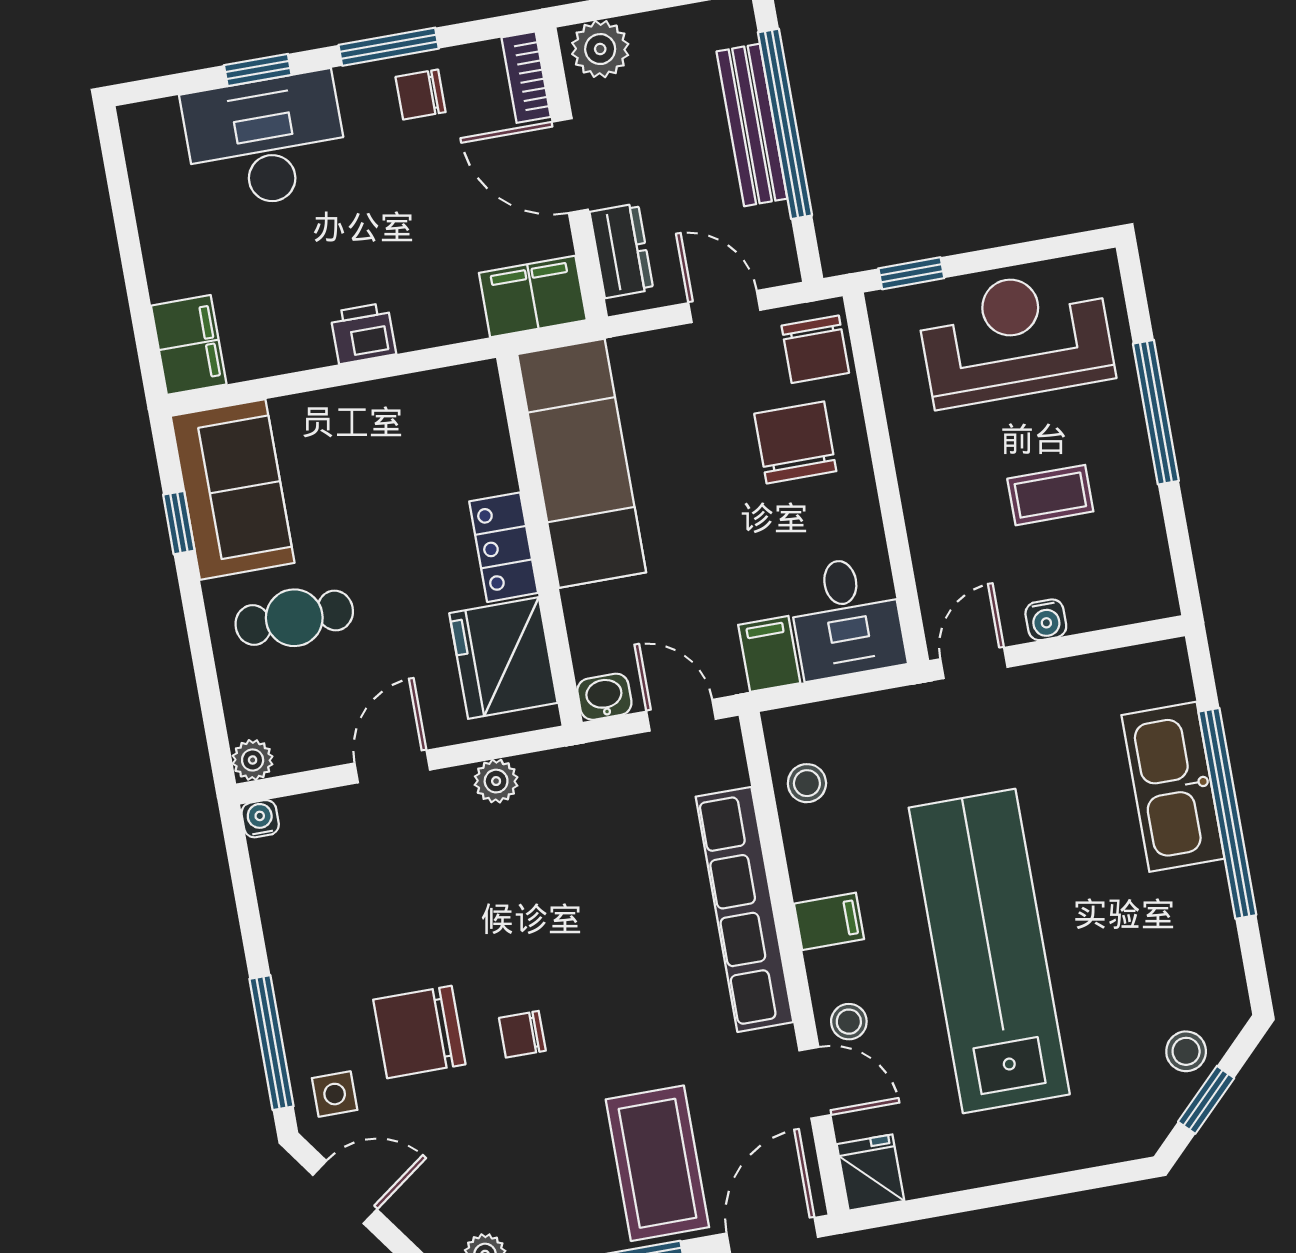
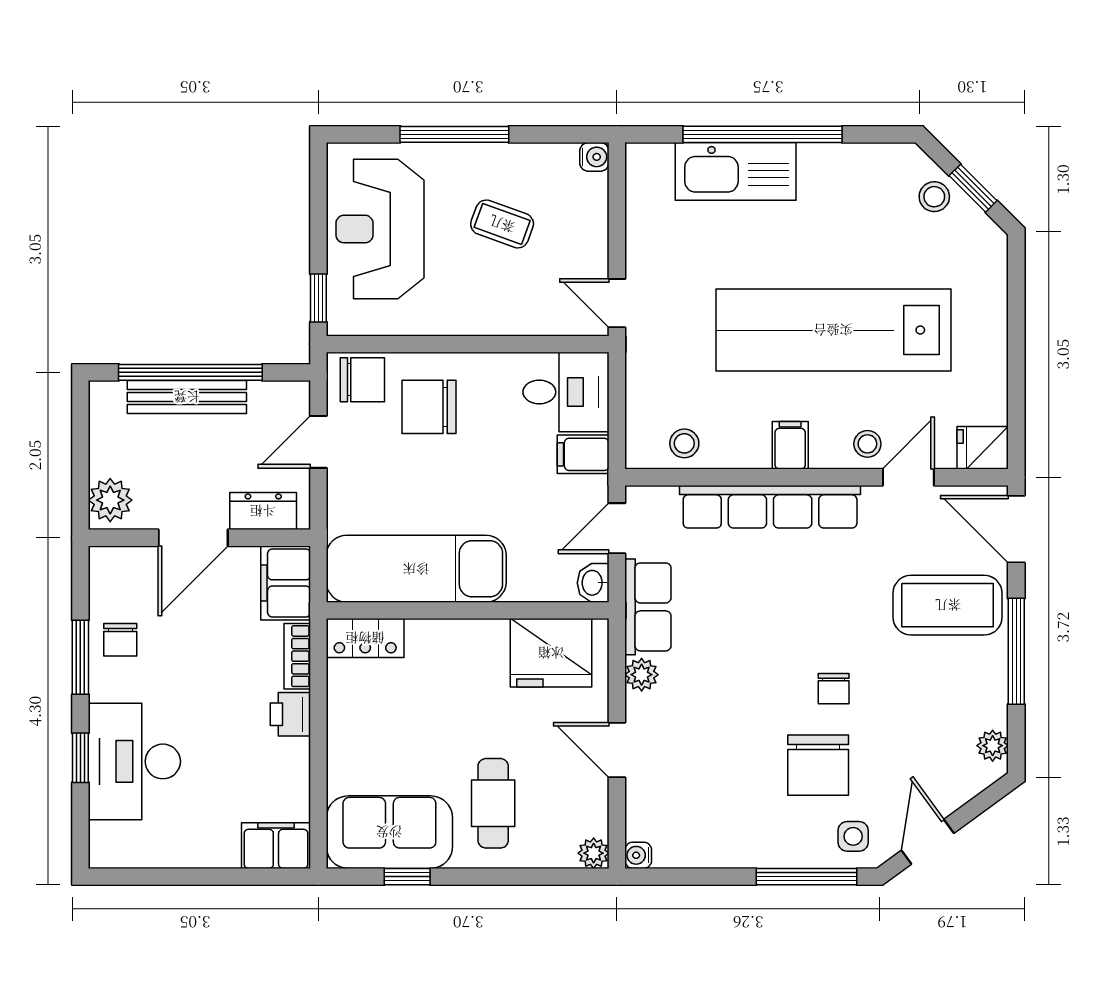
bookcase: (526, 77) -> (297, 656), moved, turned 90
coffee table: (1050, 495) -> (502, 224), turned -70
locker: (504, 547) -> (365, 638), moved
water cooler: (1046, 620) -> (594, 157), moved
row of seats: (586, 774) -> (648, 607), added

